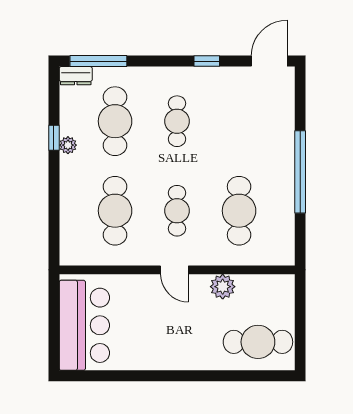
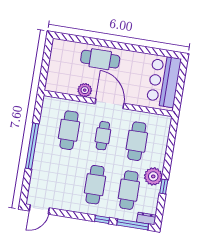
window: (207, 61) -> (102, 220), moved
cafe table: (177, 121) -> (95, 185), width x1.37, depth x1.35
plant: (68, 145) -> (153, 176), width x1.87, depth x1.87
door: (174, 270) -> (110, 104), width x1.87
cafe table: (258, 342) -> (100, 59), moved

